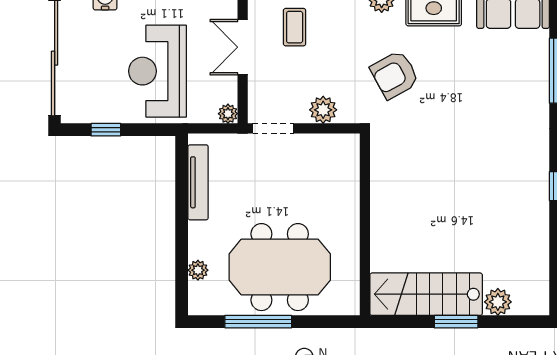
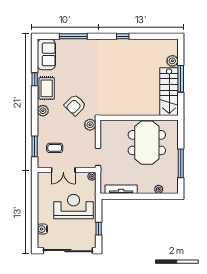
reception desk: (157, 71) -> (74, 207), turned 180
armchair: (395, 75) -> (75, 105), turned 74
plant: (323, 110) -> (90, 125), moved
meeting table: (280, 267) -> (147, 143), moved
window: (456, 322) -> (181, 79), width x1.44

